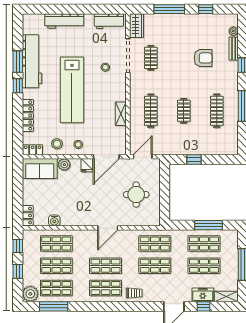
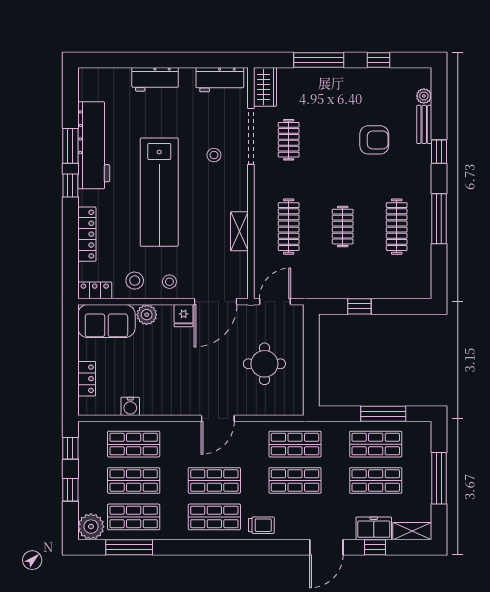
workbench: (64, 21) -> (155, 79), width x0.73
locker: (28, 216) -> (87, 379), moved

